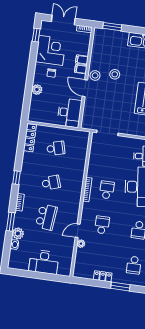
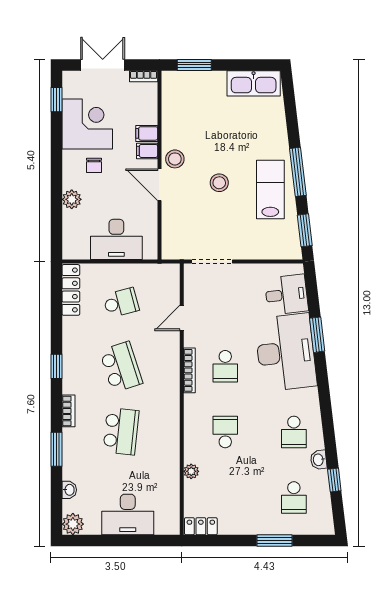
stool: (115, 74) -> (219, 183), moved
desk: (69, 113) -> (116, 239), moved, turned 90
school desk: (51, 183) -> (121, 367), width x1.85
school desk: (107, 190) -> (225, 366), turned 180
door: (78, 231) -> (182, 318), moved
plant: (18, 233) -> (73, 524), moved
locker: (103, 276) -> (201, 526), moved

